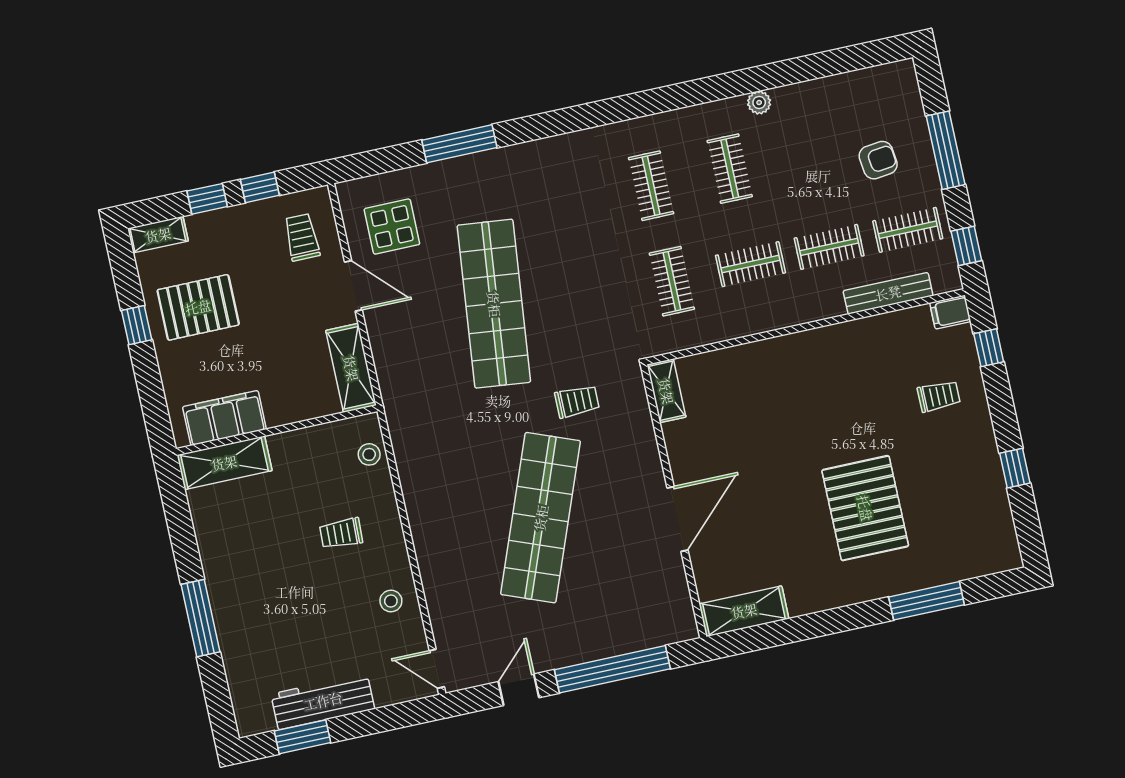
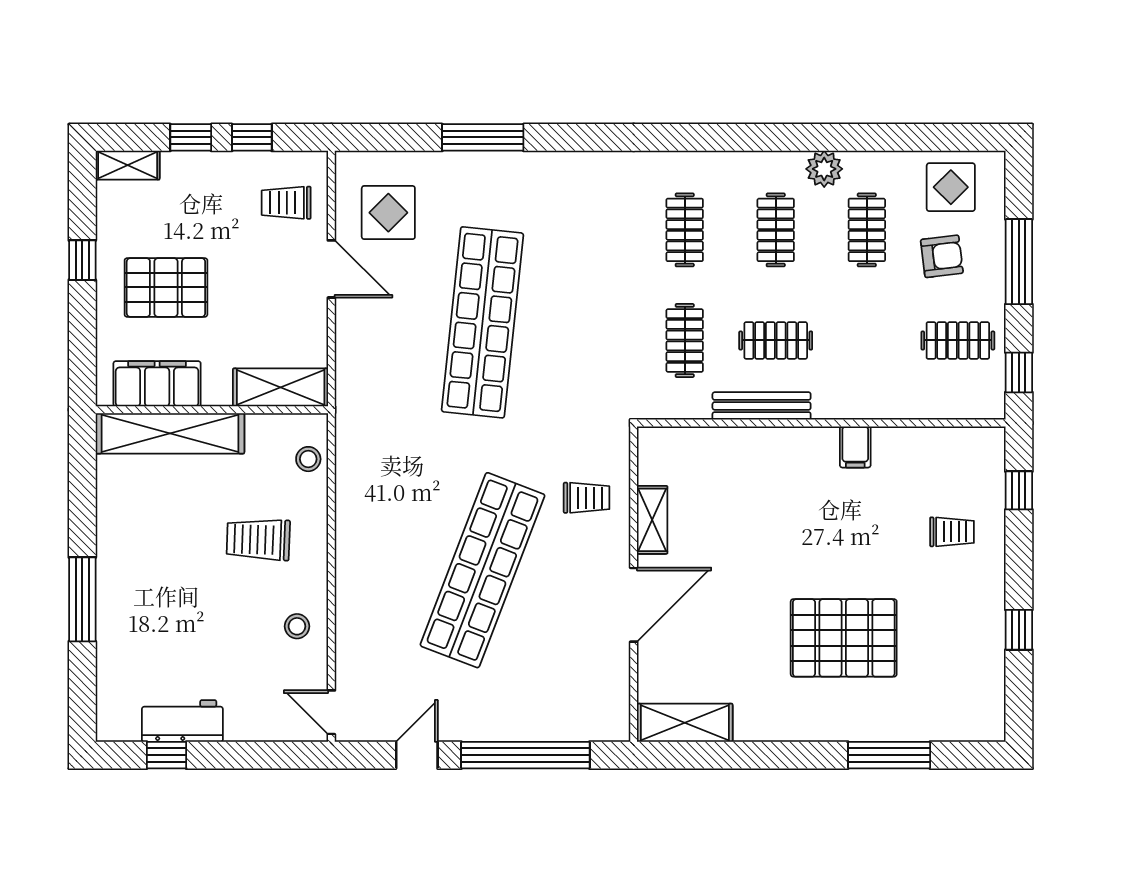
display table: (873, 99) -> (951, 187), added
plant: (759, 103) -> (824, 169), width x1.38, depth x1.38
trolley: (302, 237) -> (286, 203), turned -90
clothes rail: (829, 247) -> (867, 230), moved, turned 90
bench: (888, 293) -> (762, 406), moved
pallet: (198, 307) -> (166, 287), moved
filing cabinet: (950, 312) -> (855, 447), moved, turned -90
shelving: (351, 368) -> (281, 387), moved, turned 90
shelving: (666, 391) -> (652, 520), moved
trolley: (577, 401) -> (587, 498), moved
shelving: (224, 463) -> (170, 433), width x1.47
pallet: (865, 508) -> (844, 638), turned 90
trolley: (341, 533) -> (258, 540), width x1.36, depth x1.39
workbench: (323, 701) -> (182, 721), width x0.73
window: (302, 737) -> (167, 755), width x0.67

